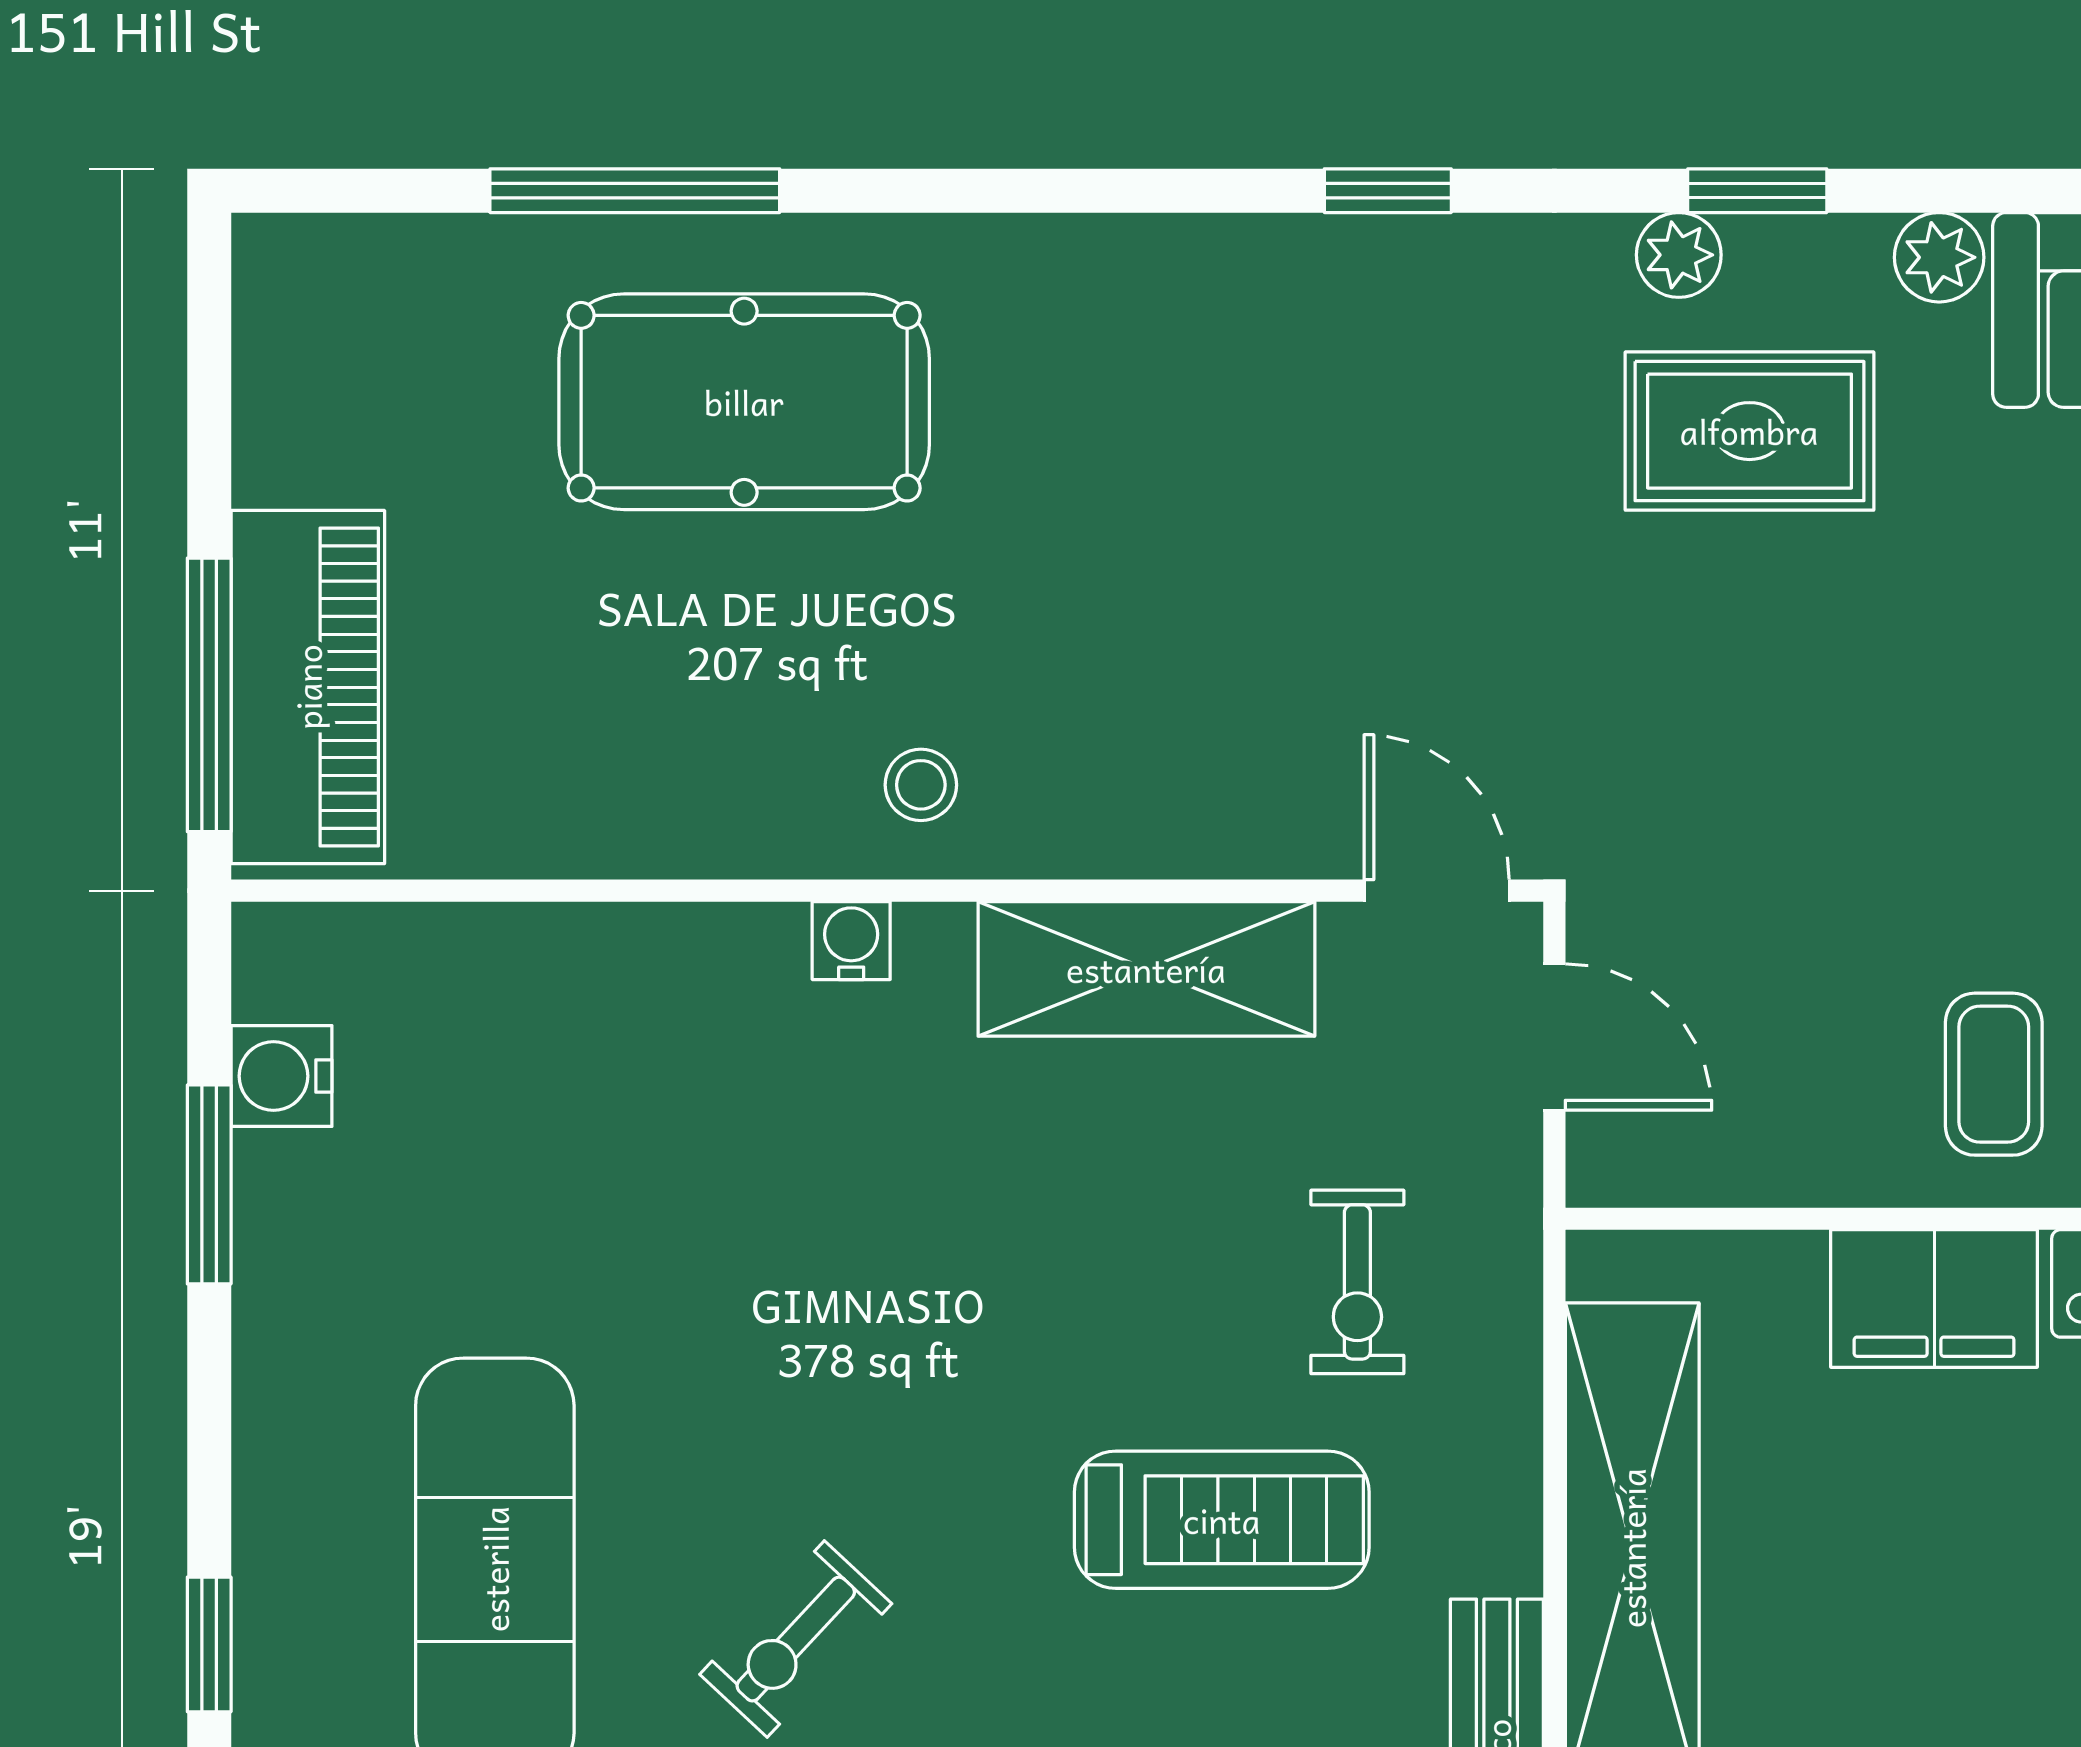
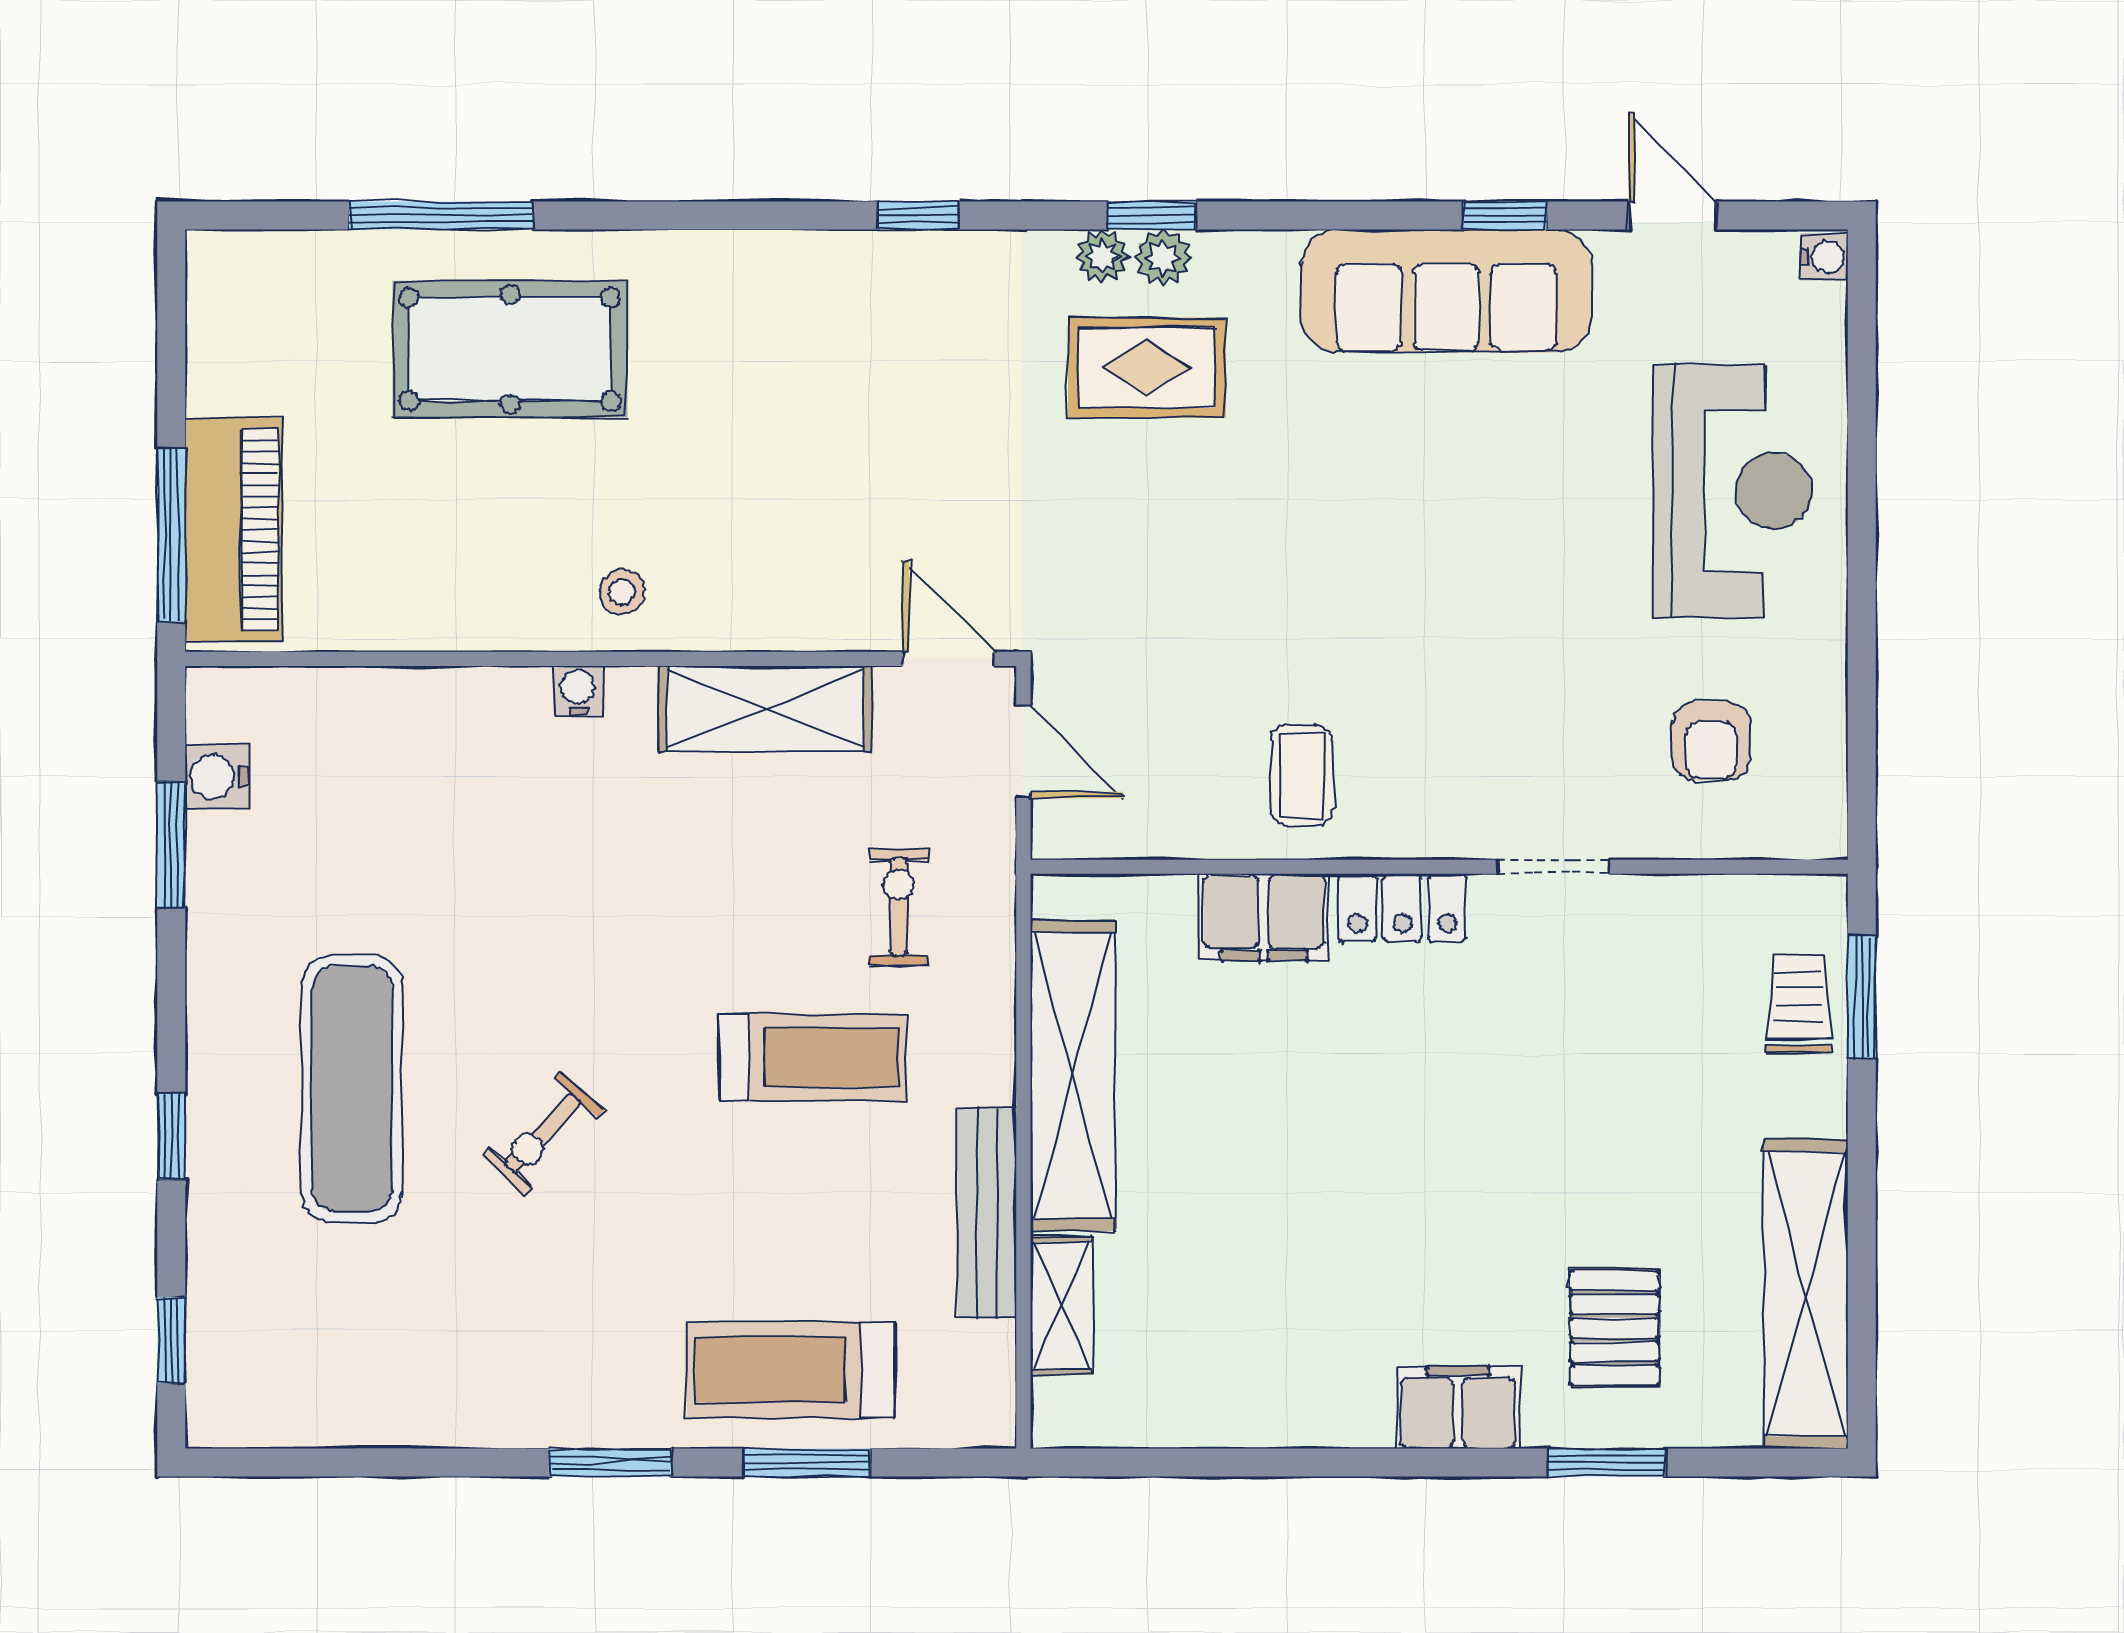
plant: (1939, 257) -> (1163, 258), moved
exercise bike: (1357, 1282) -> (899, 907), turned 180

